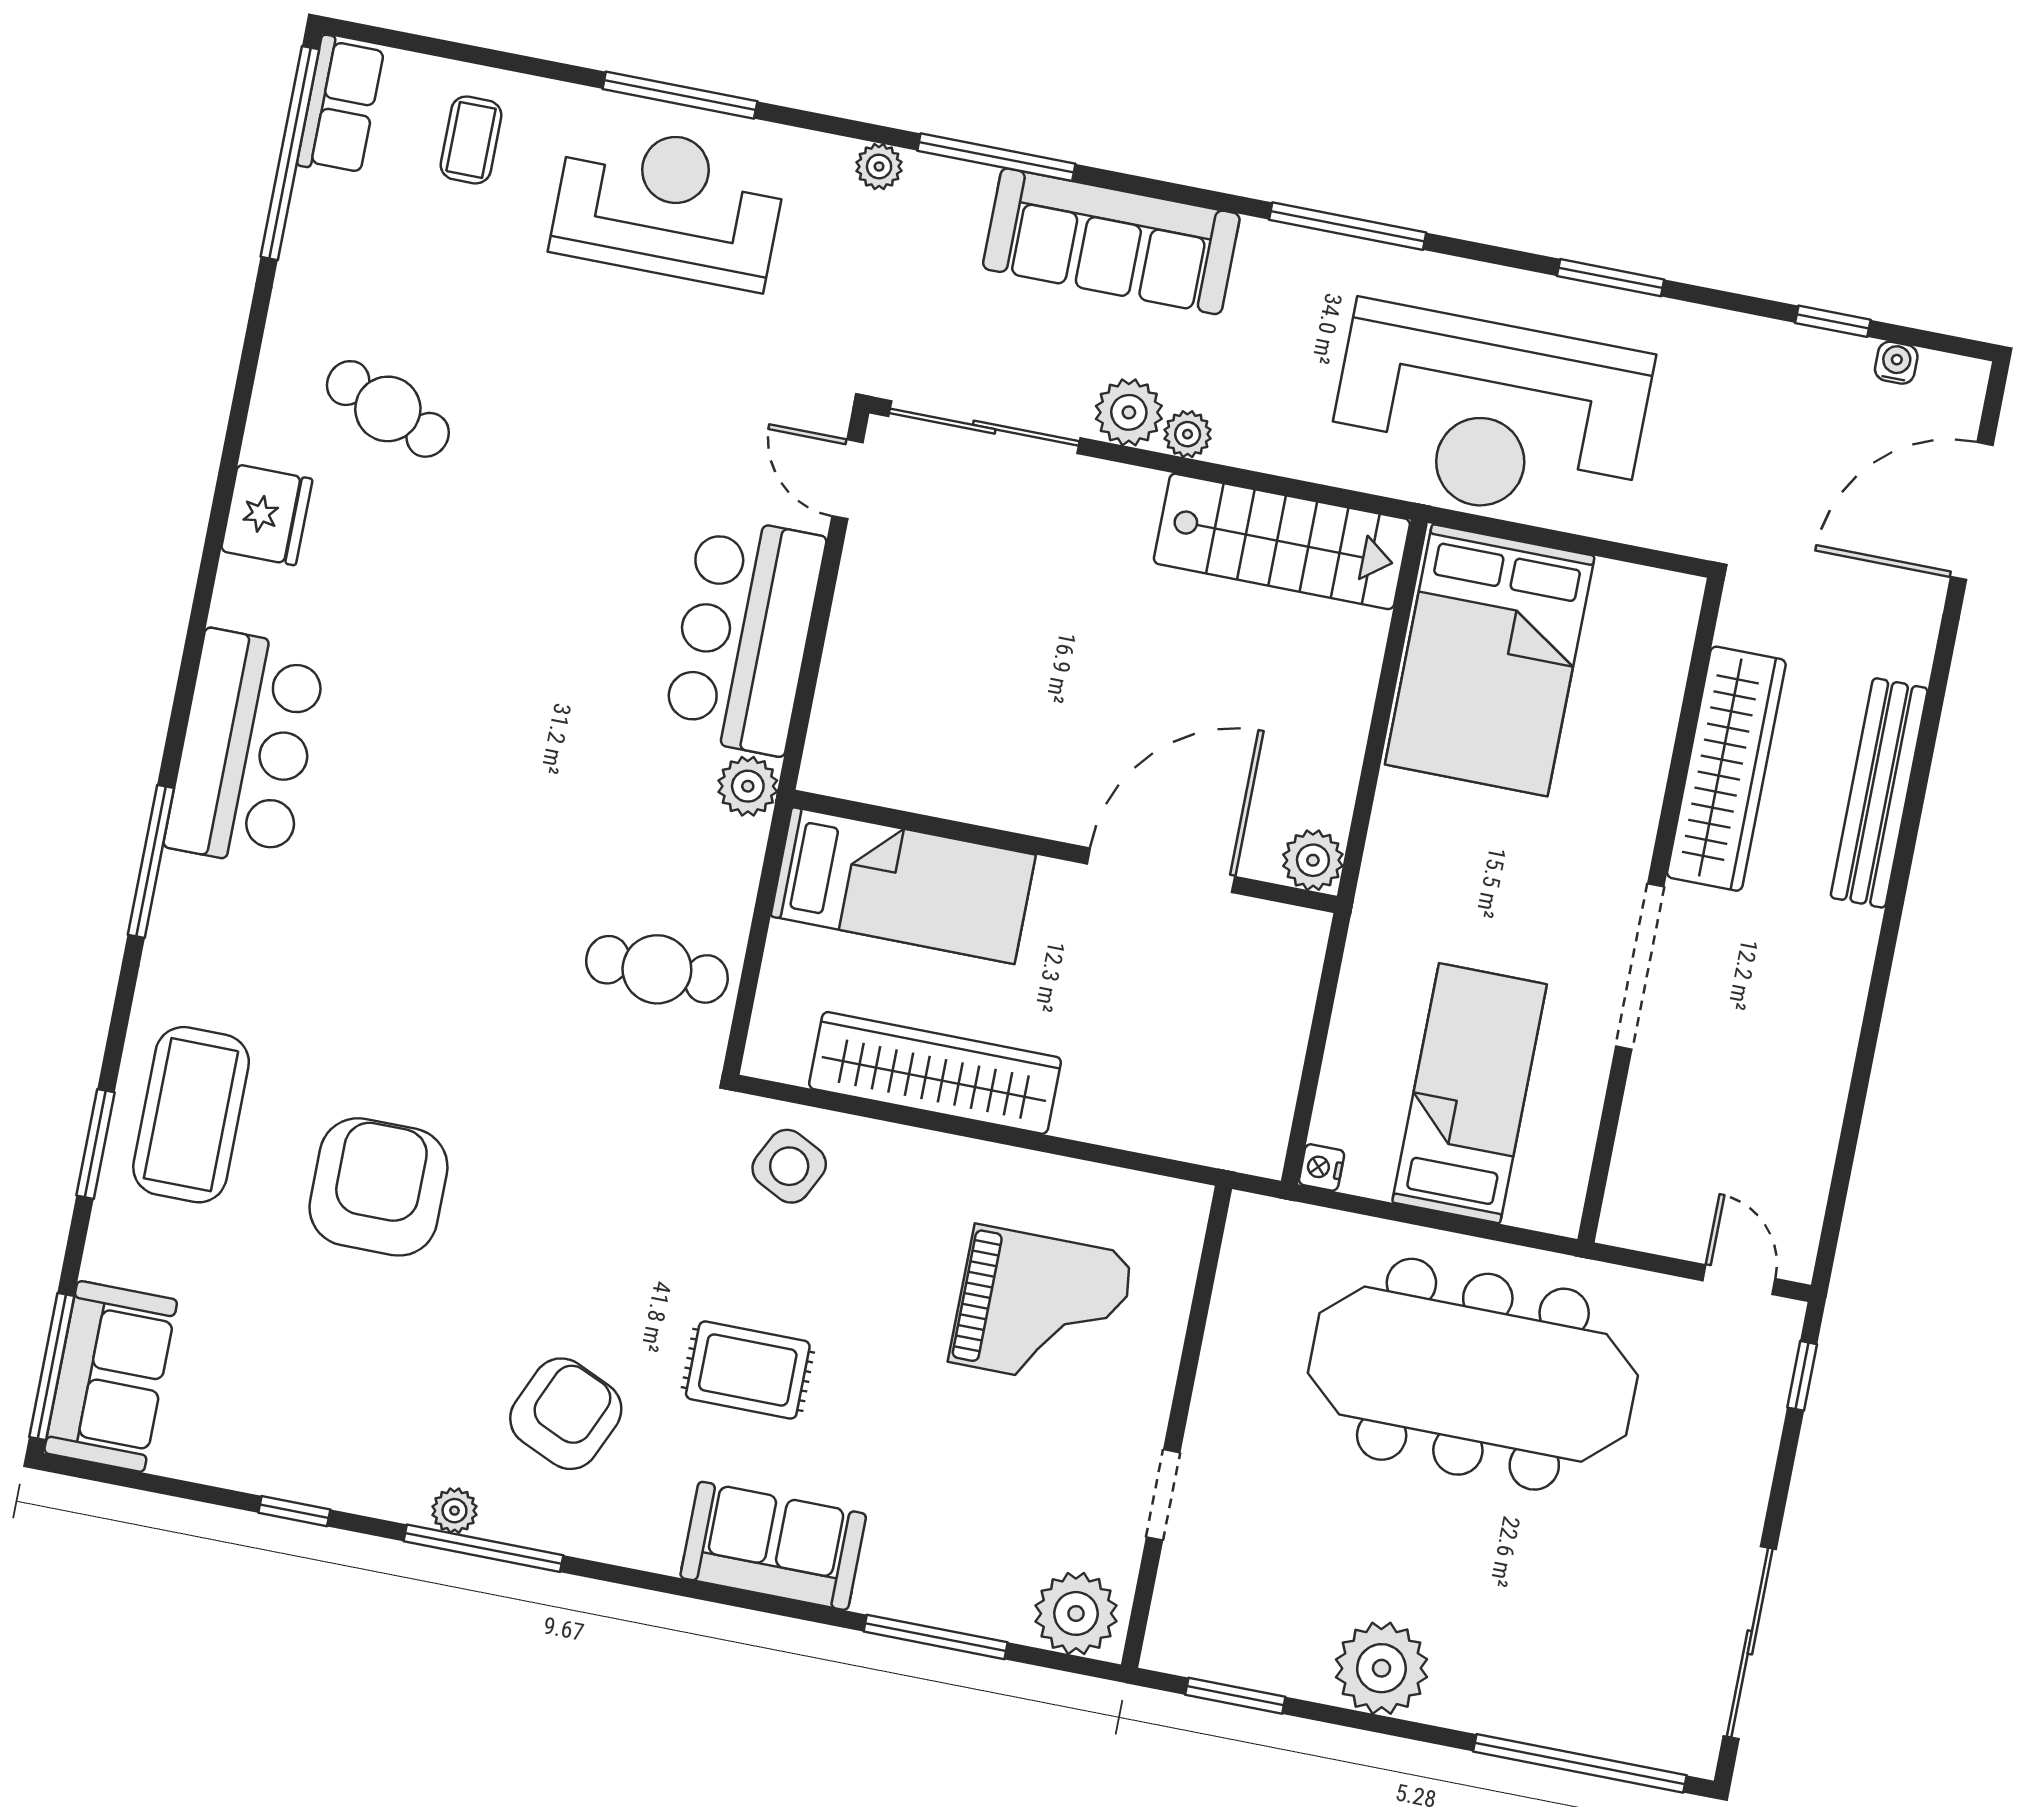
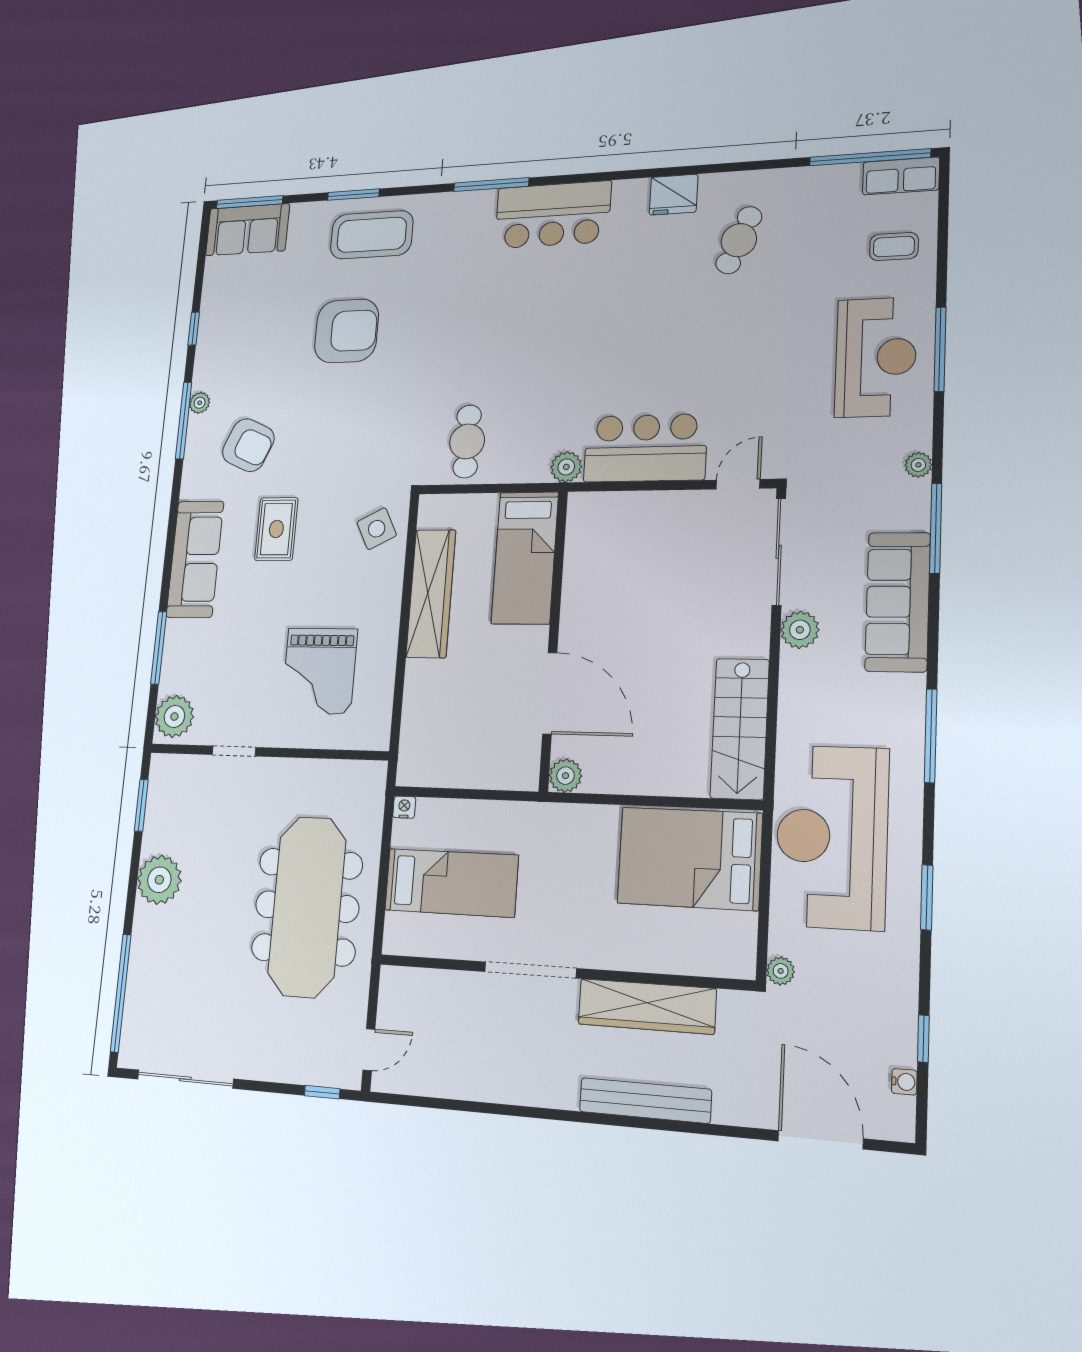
plant: (1188, 434) -> (781, 971), moved
side table: (789, 1166) -> (377, 529), turned 36
sofa: (773, 1546) -> (195, 559), width x1.36

